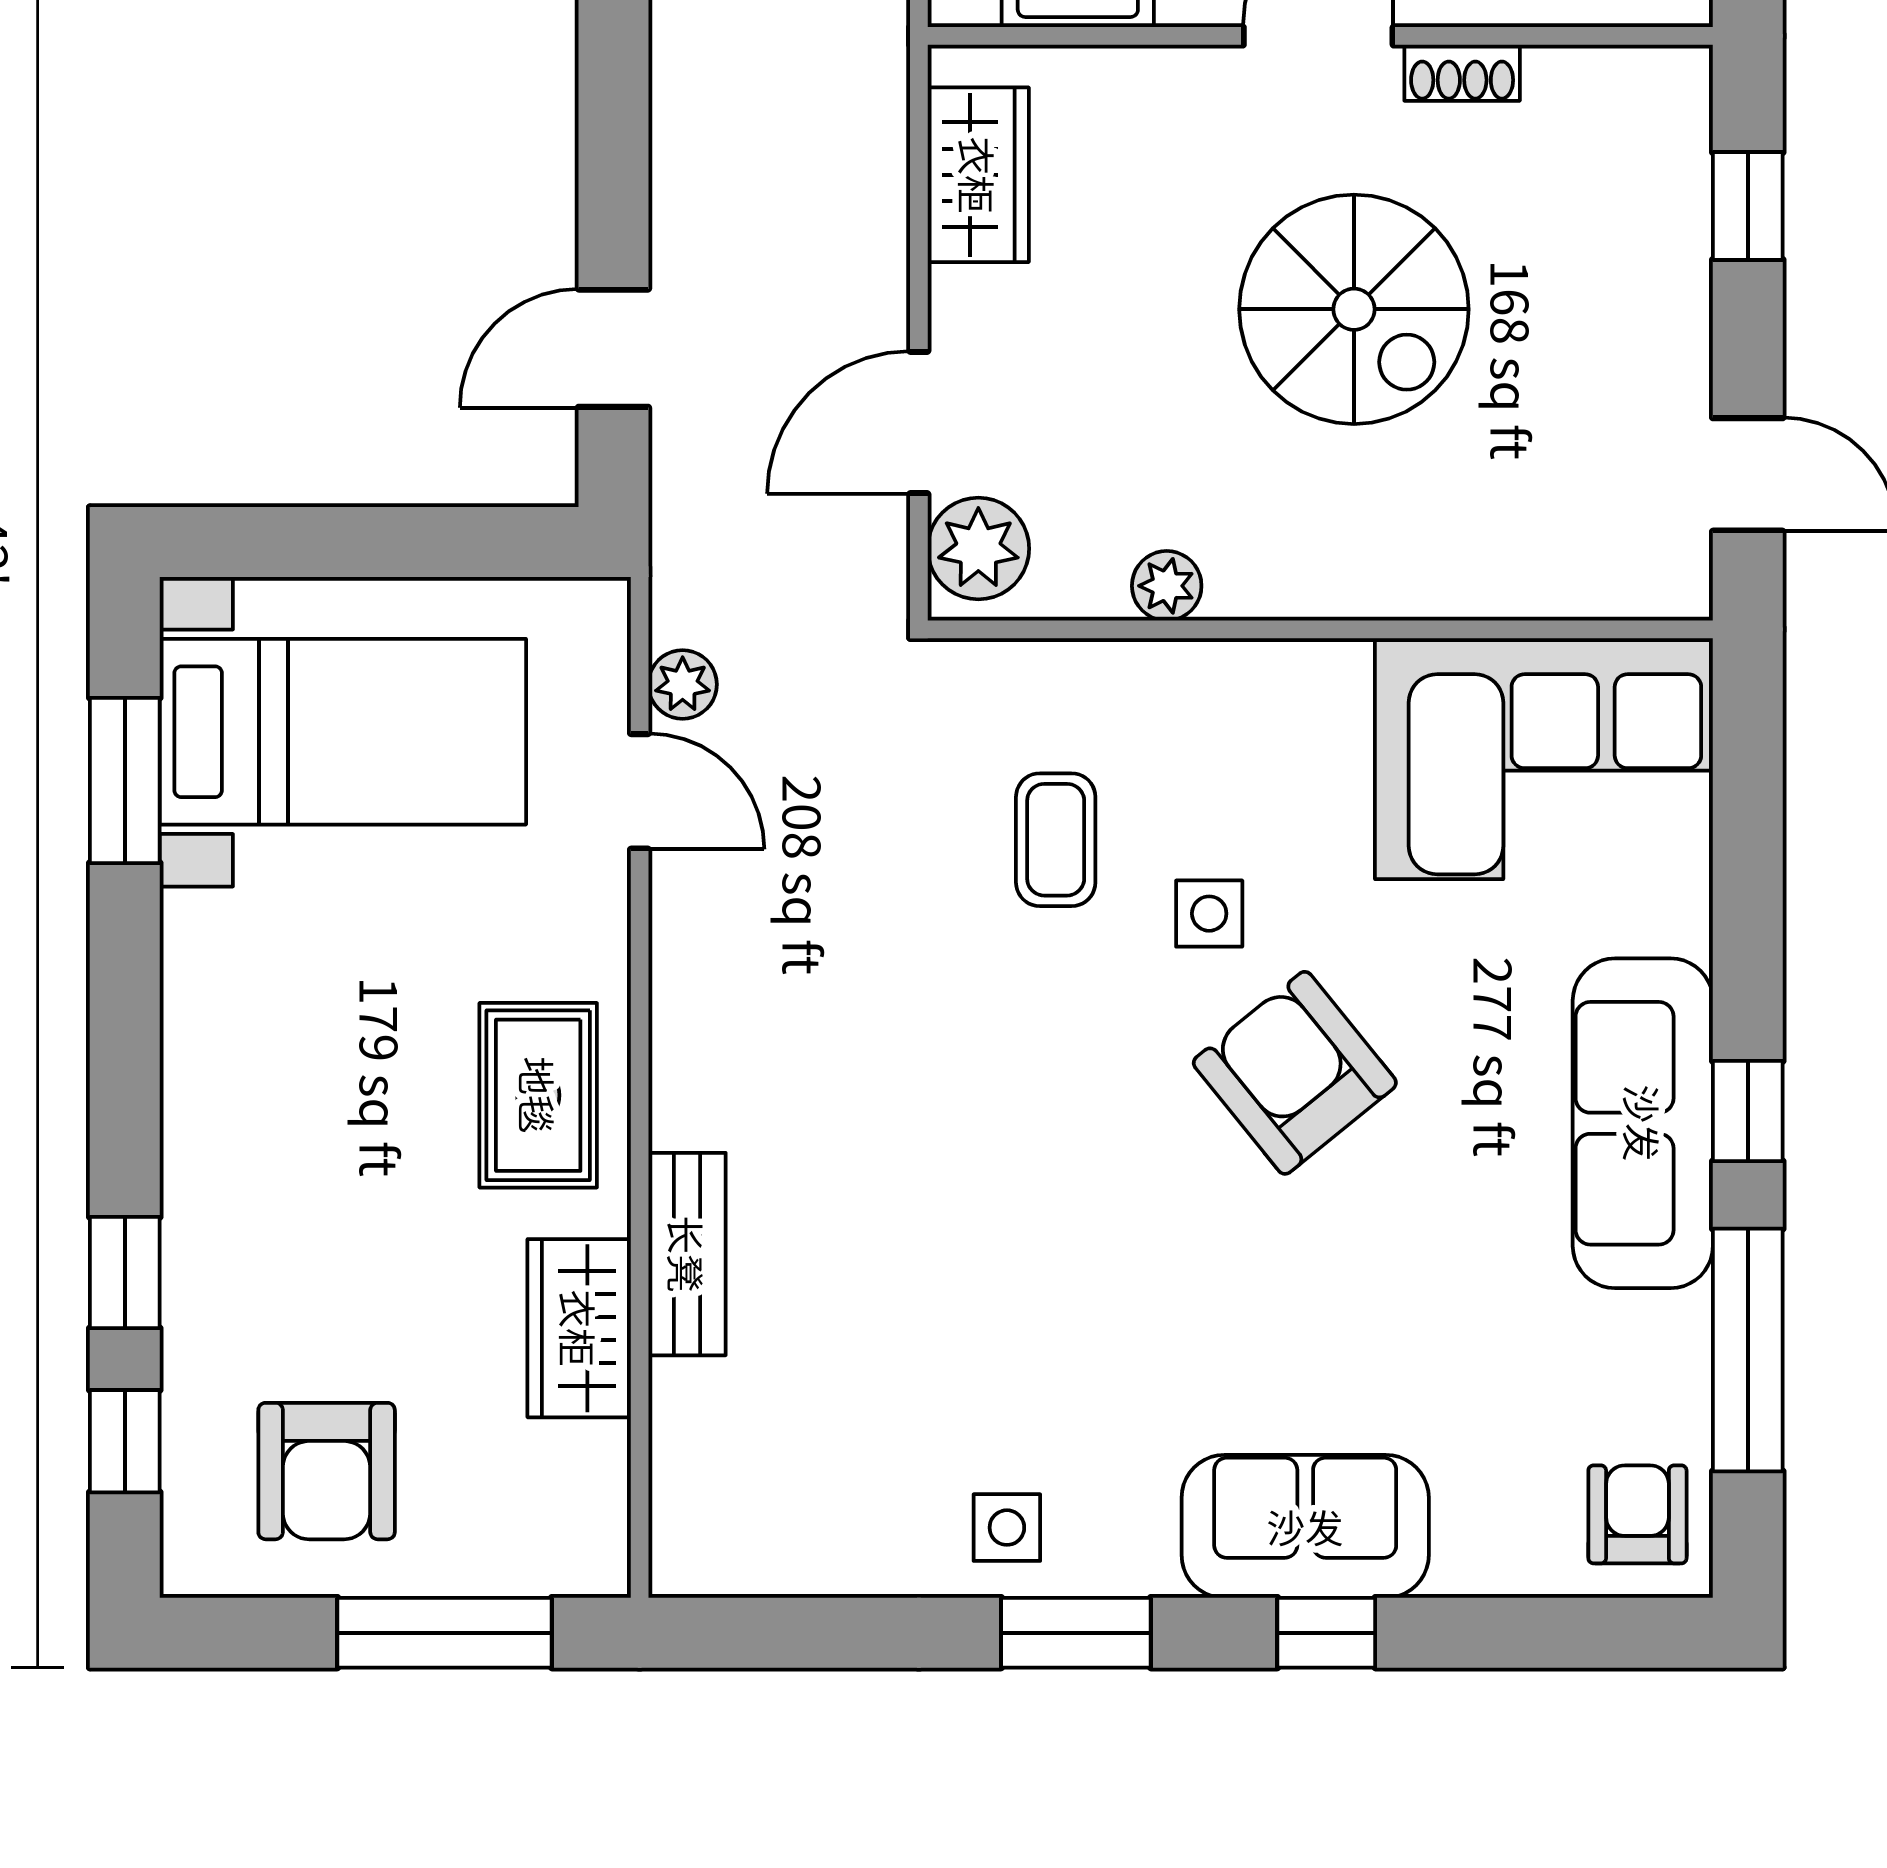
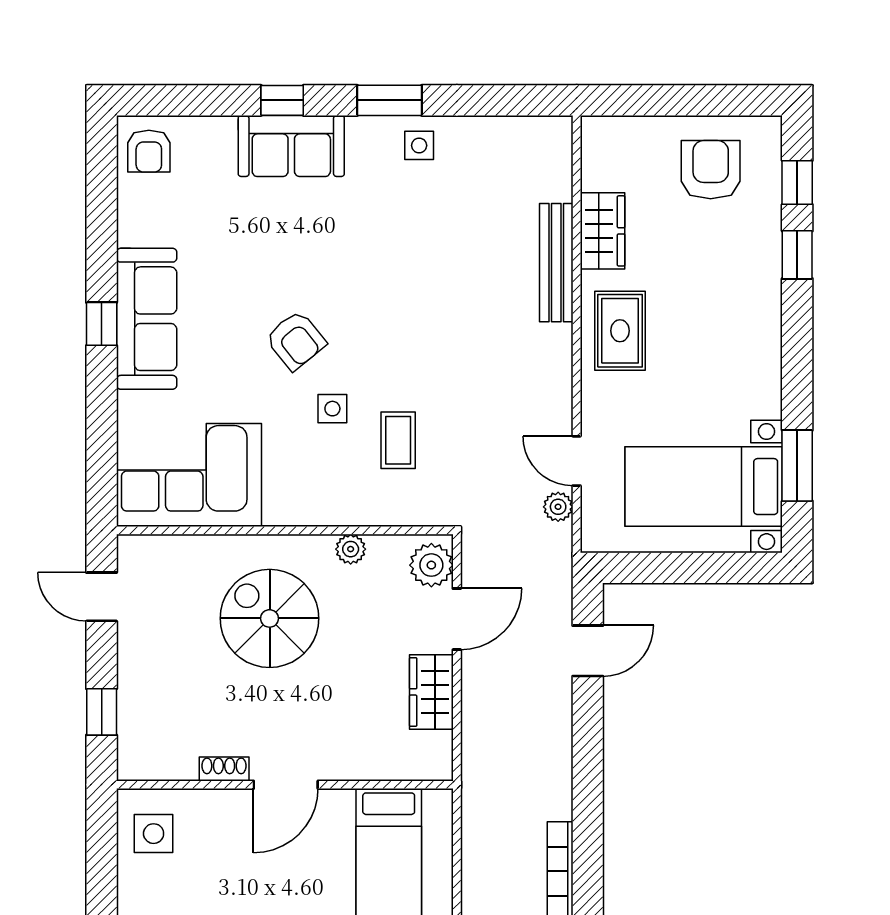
wardrobe: (978, 175) -> (431, 692), moved
spiral stairs: (1354, 309) -> (270, 618), moved
armchair: (1295, 1073) -> (296, 340), width x0.72, depth x0.72
bench: (687, 1254) -> (556, 263), width x1.36
window: (1748, 1350) -> (102, 222), removed
window: (445, 1633) -> (660, 100), removed

